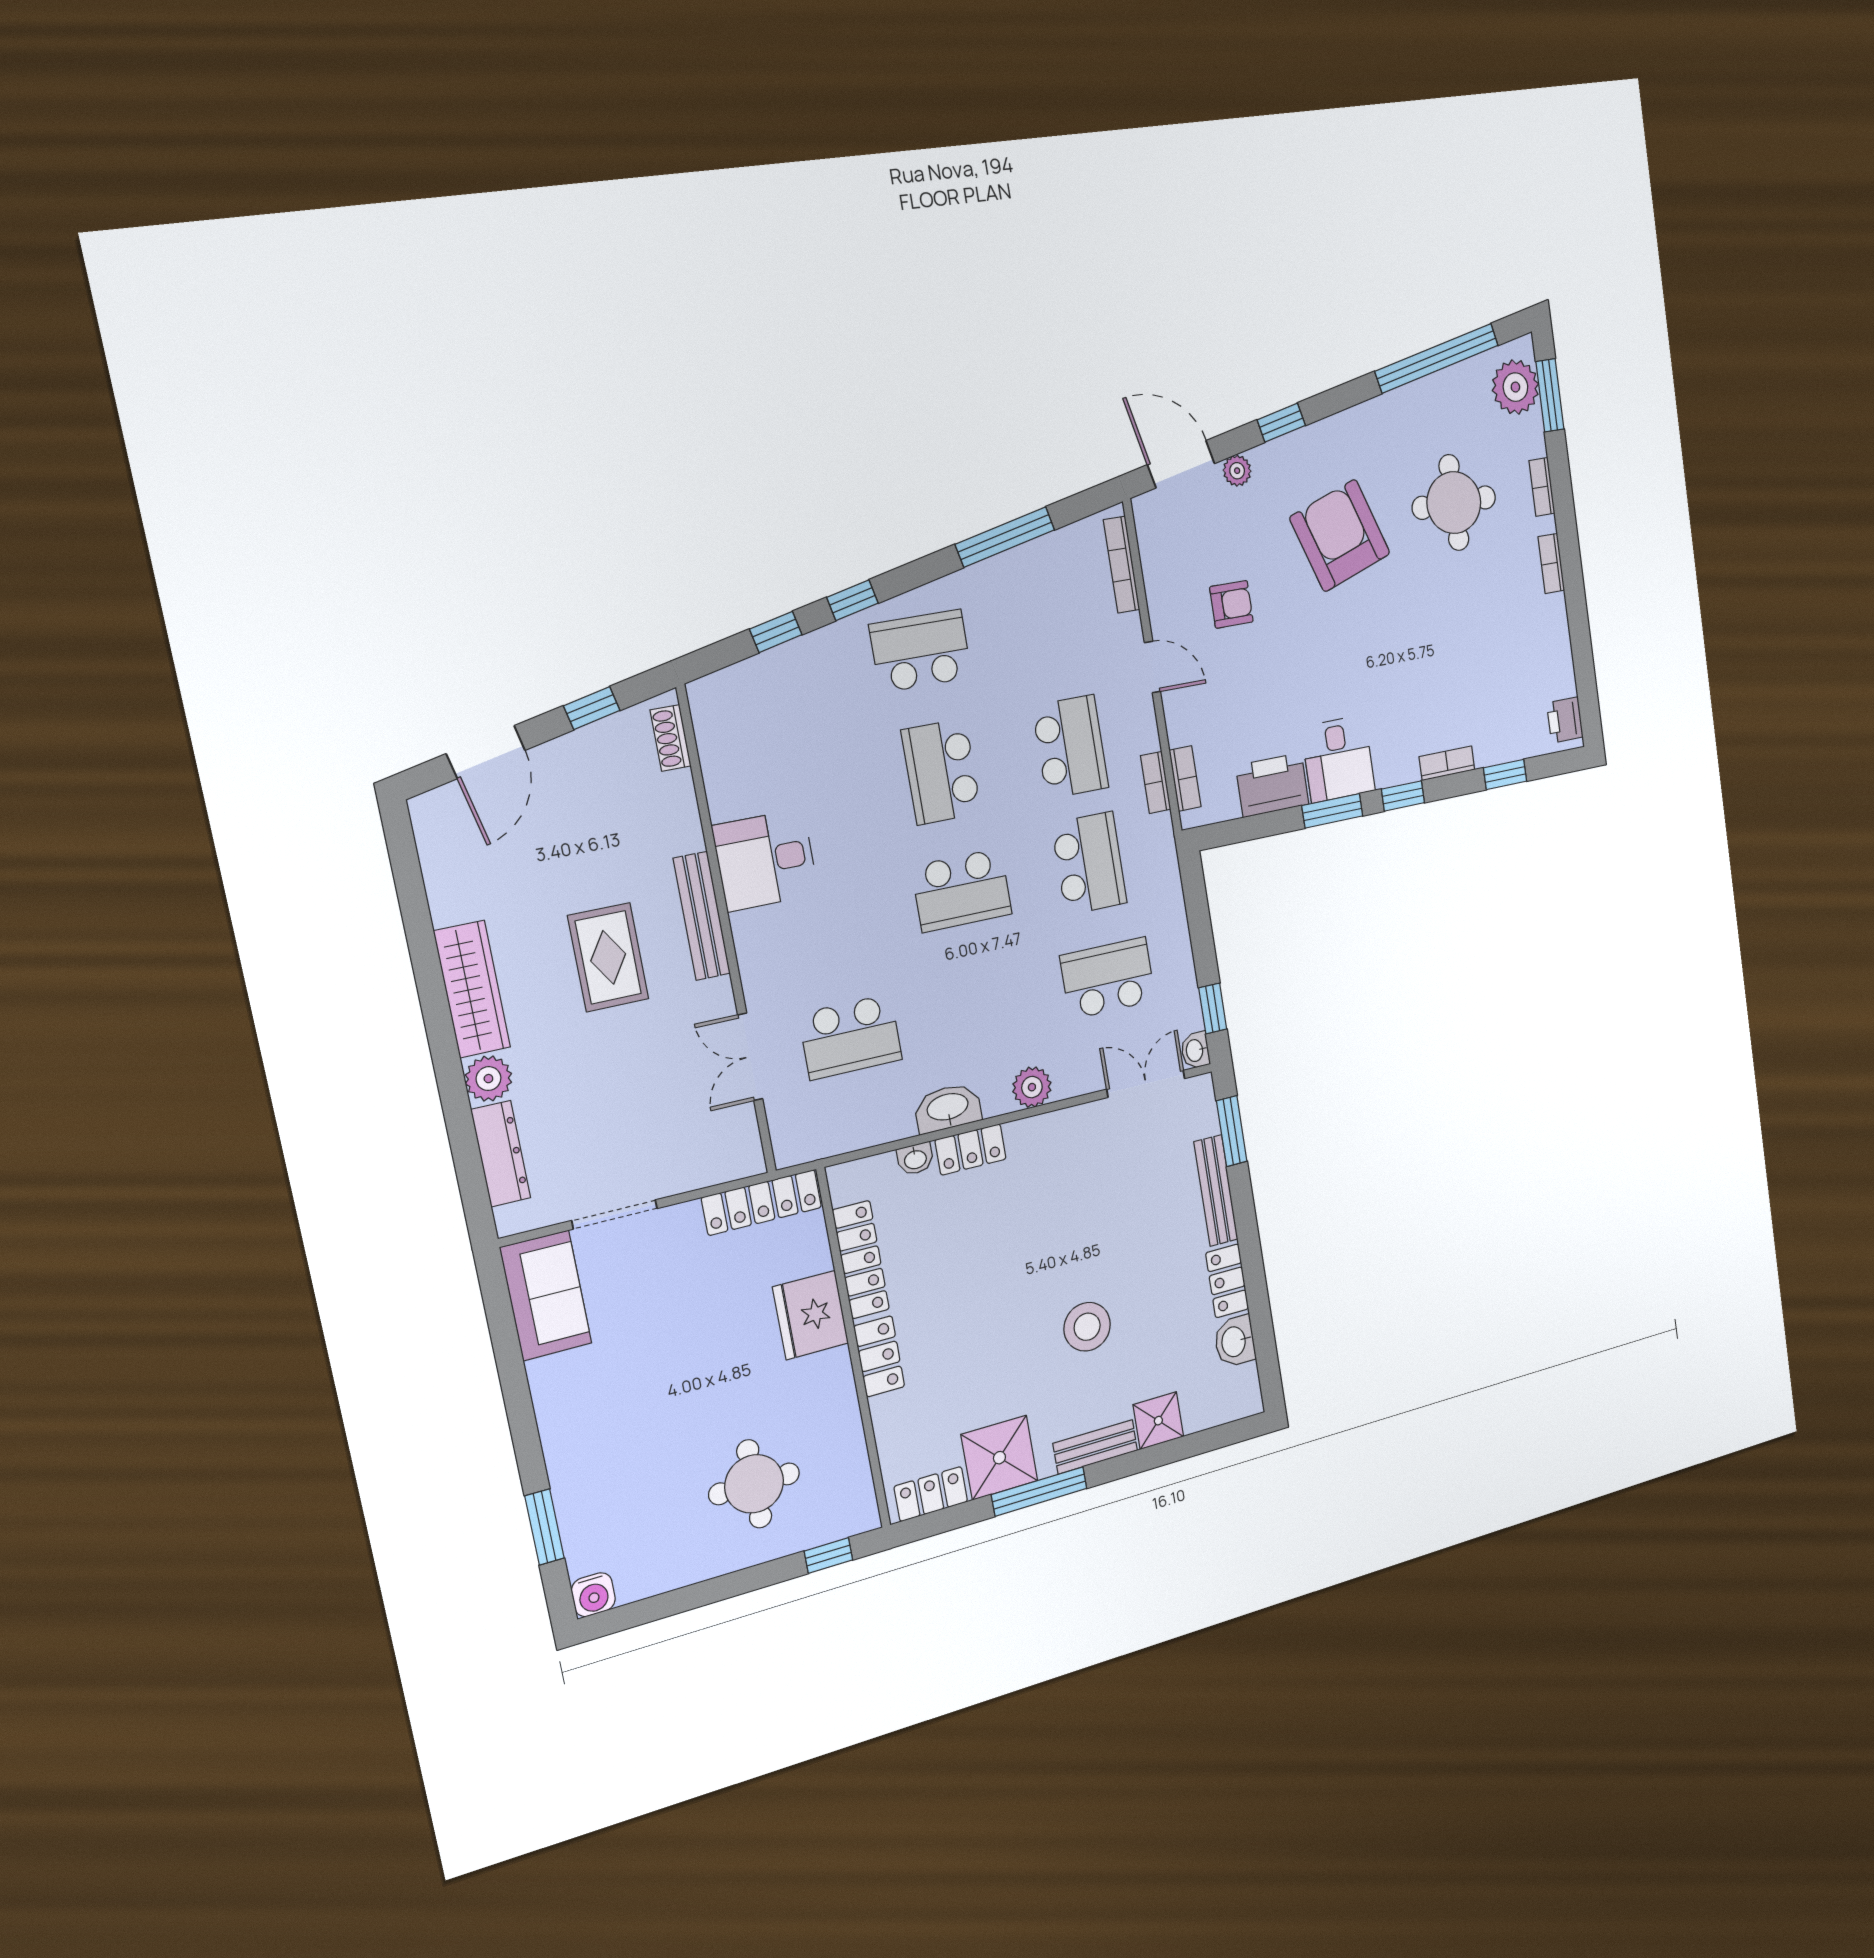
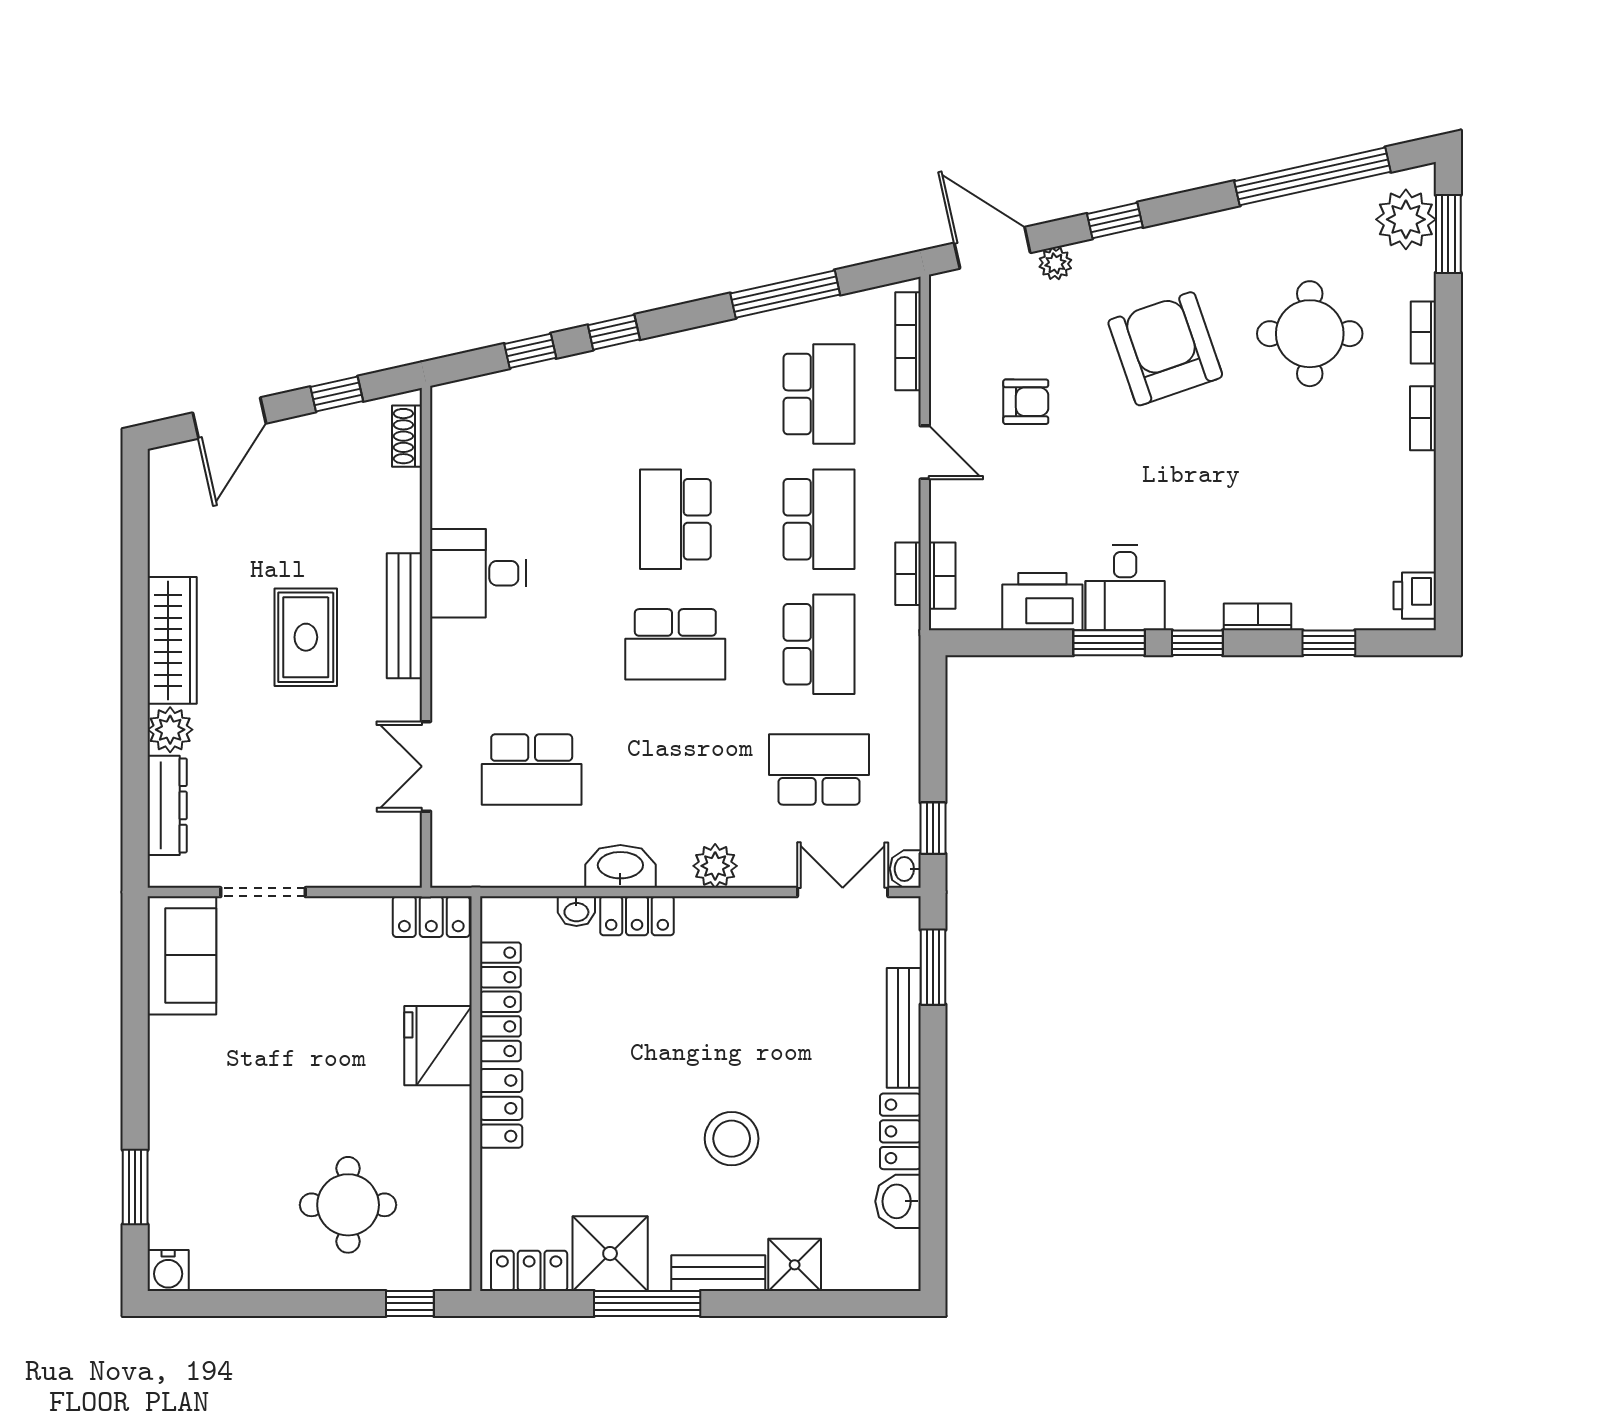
school desk: (921, 651) -> (819, 394), moved, turned 90
locker: (762, 1202) -> (431, 917), width x0.66

